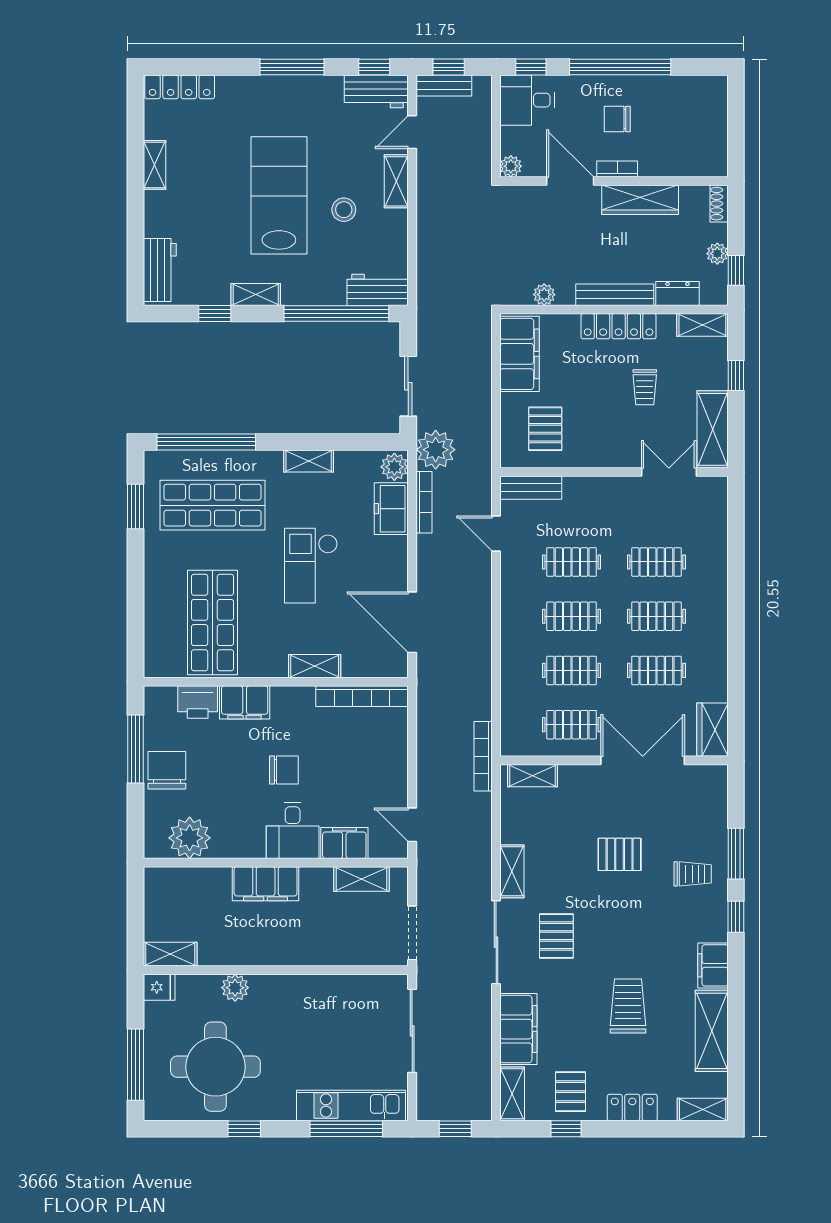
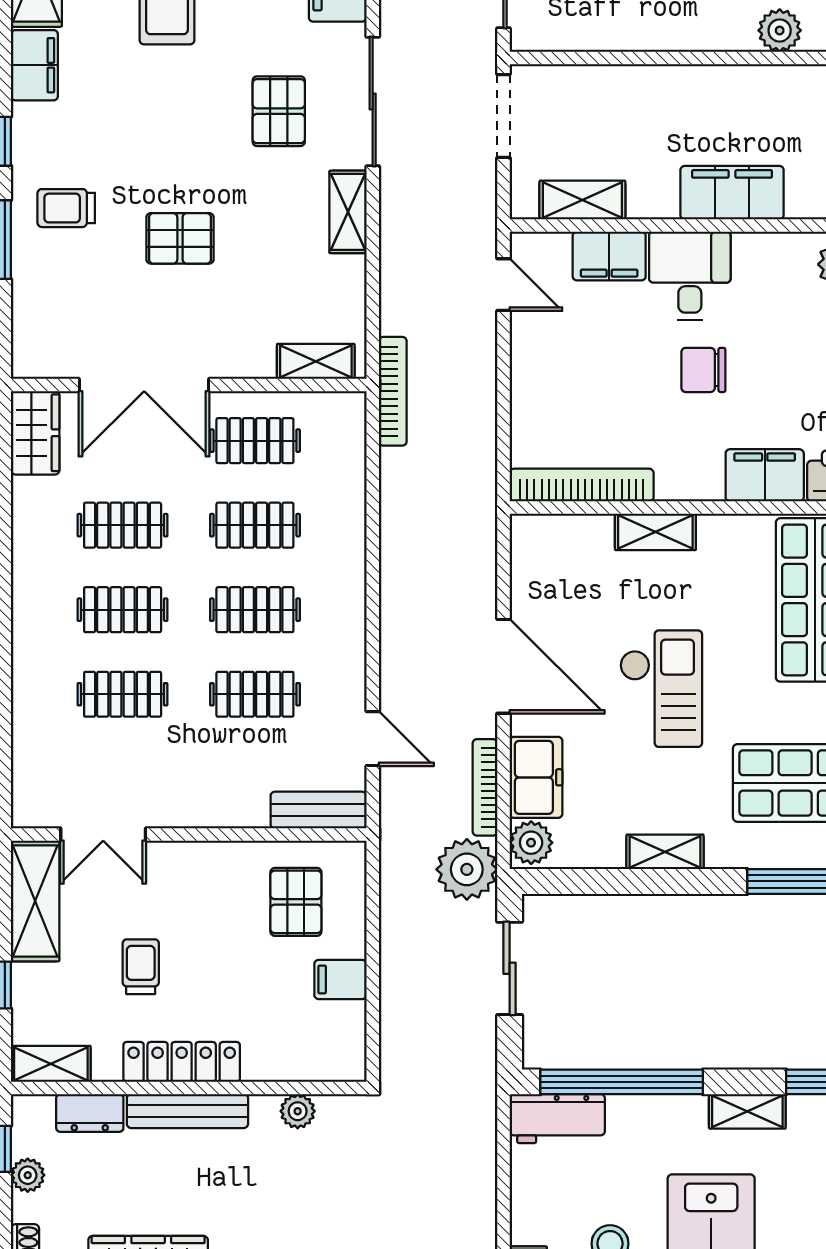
filing cabinet: (520, 354) -> (340, 979), width x0.33, depth x0.86
door: (412, 622) -> (503, 666), moved

